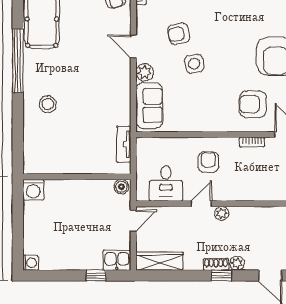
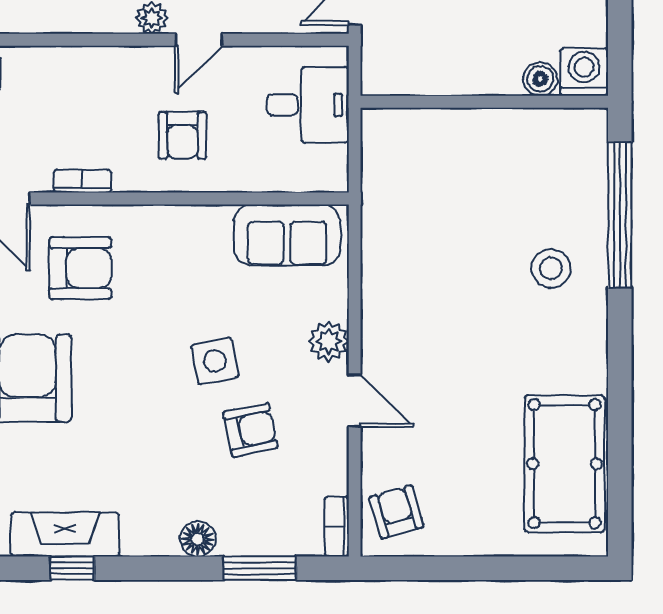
window: (18, 61) -> (620, 215), moved
sofa: (149, 106) -> (287, 235), moved, turned -90
tv unit: (124, 144) -> (376, 177), removed
desk: (166, 183) -> (308, 105), moved, turned 90
boiler: (121, 187) -> (540, 79), moved

